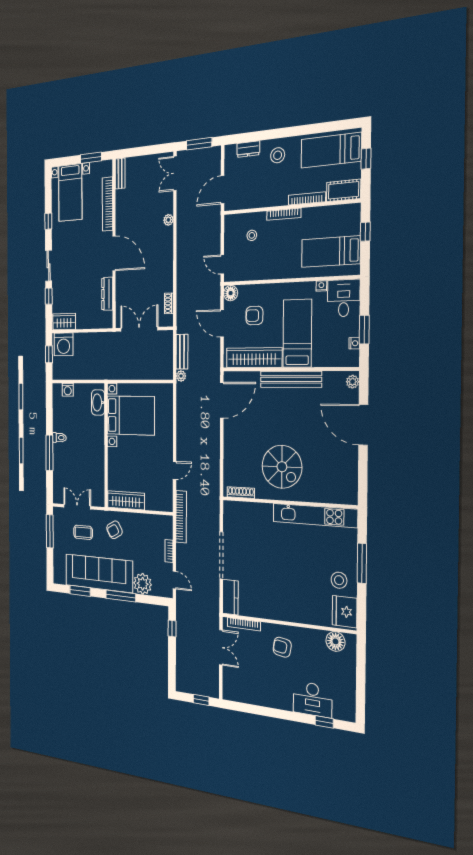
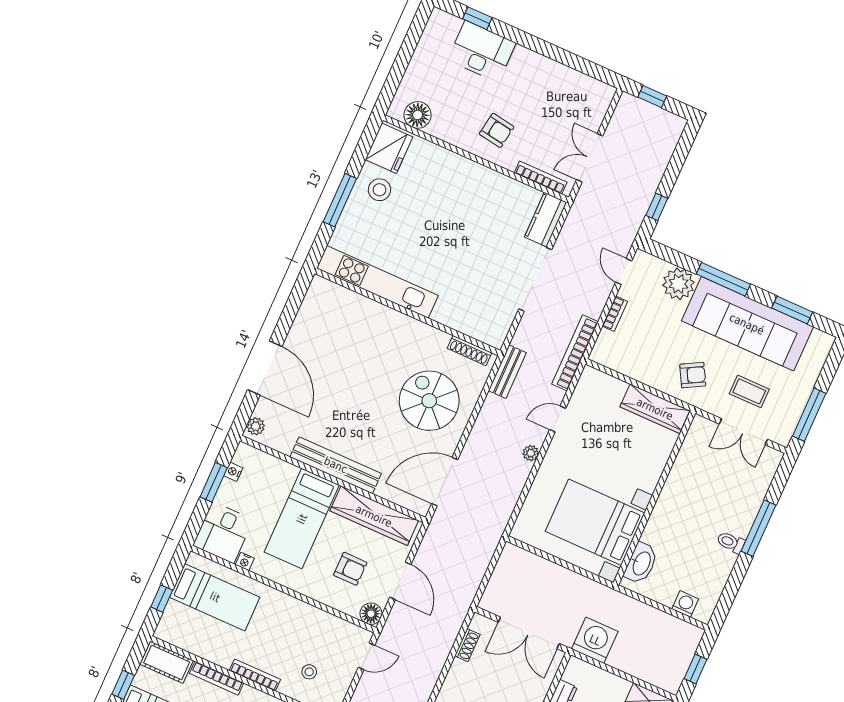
door: (222, 264) -> (367, 656), hinge flipped
washing machine: (64, 344) -> (595, 640), moved
bench: (182, 352) -> (507, 372), moved
plant: (181, 376) -> (531, 453), moved
spiral stairs: (282, 467) -> (429, 401), moved

